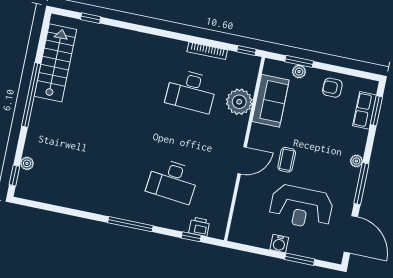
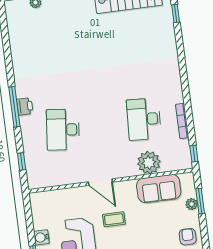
printer: (199, 227) -> (25, 106), moved

